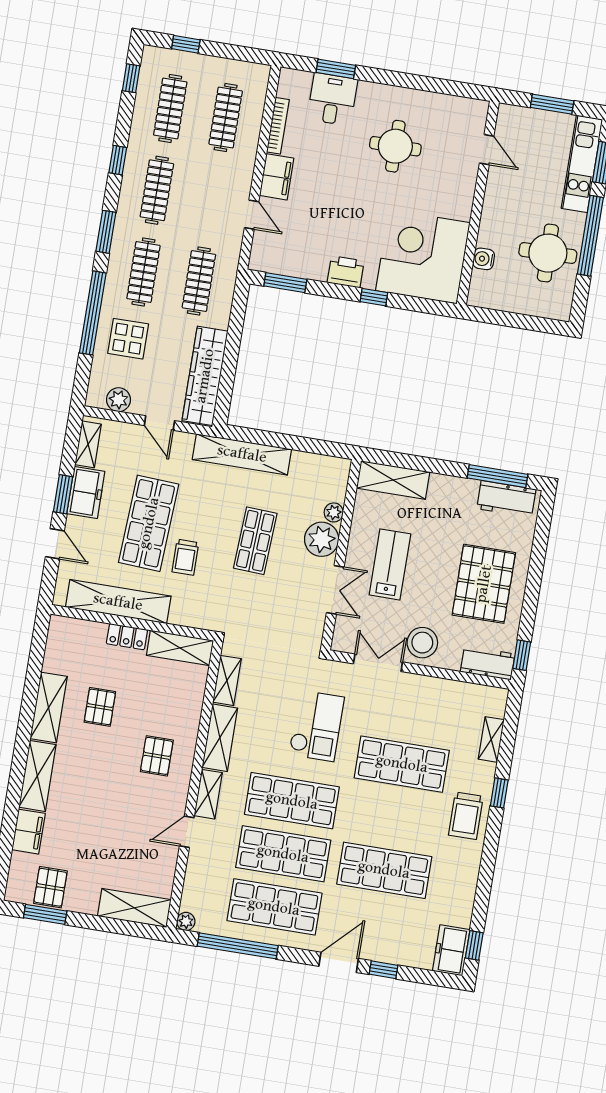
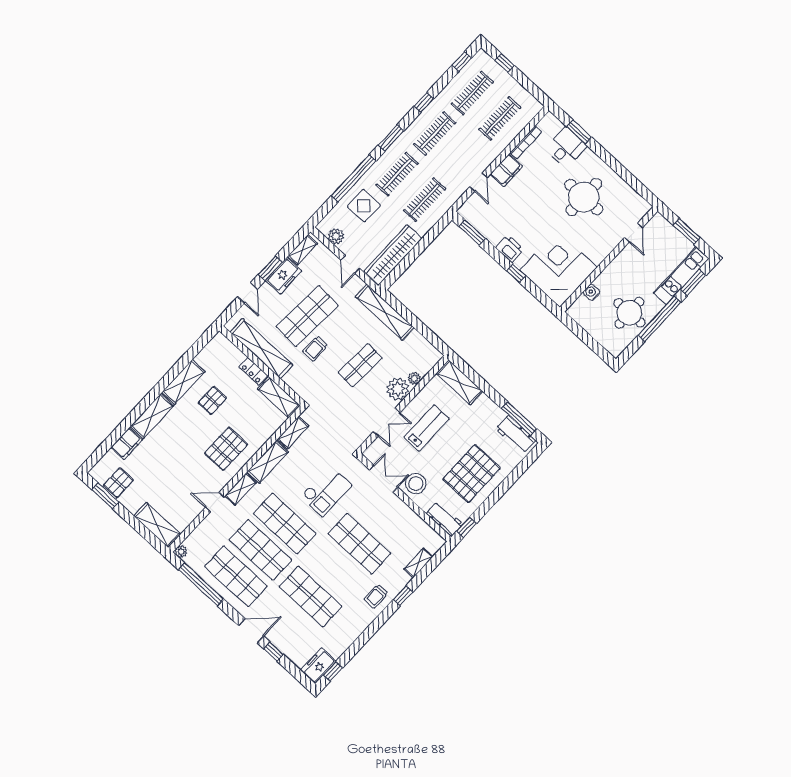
round table: (395, 146) -> (584, 197), width x1.36, depth x1.36
pallet: (157, 756) -> (226, 449), width x1.50, depth x1.42
trolley: (466, 816) -> (376, 596), width x0.73, depth x0.72

